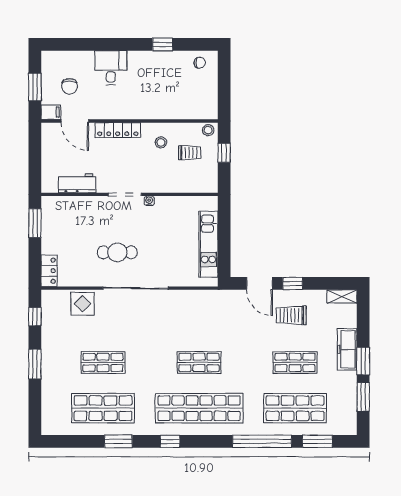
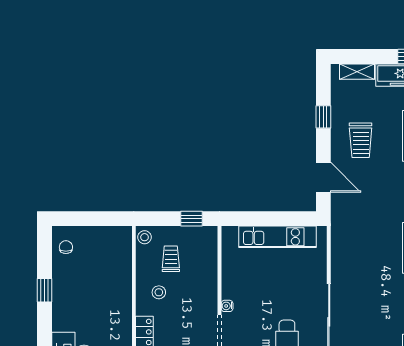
window: (224, 153) -> (192, 219), moved
door: (260, 283) -> (323, 177), hinge flipped
window: (293, 283) -> (323, 117), moved
shelving: (342, 296) -> (357, 72), moved, turned 90

